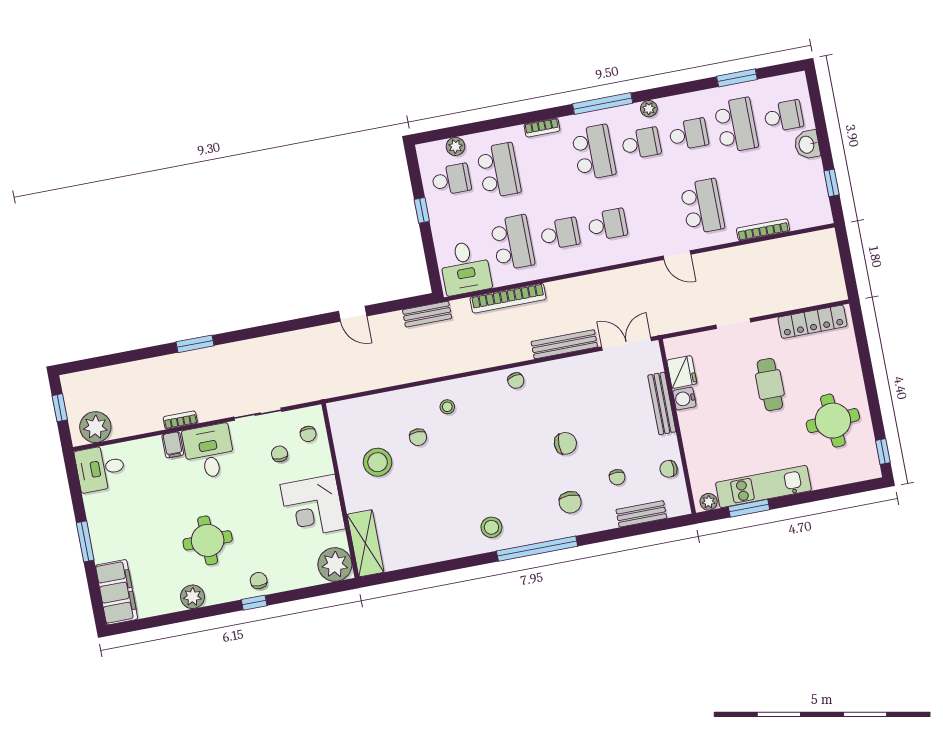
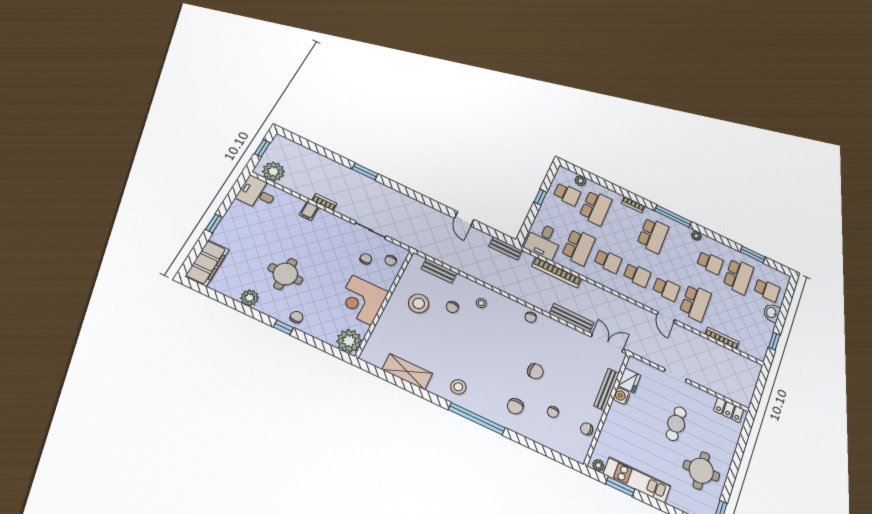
school desk: (641, 143) -> (666, 289), moved
locker: (813, 322) -> (729, 410), width x0.66
desk: (209, 451) -> (327, 229), removed
bench: (641, 514) -> (439, 271), moved
window: (85, 541) -> (214, 223), width x0.67
shelving: (365, 543) -> (407, 372), moved, turned 90

